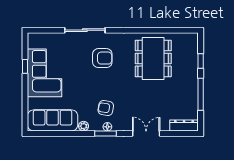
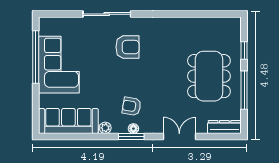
dining table: (153, 58) -> (209, 76), moved
window: (25, 66) -> (36, 57), width x3.17

